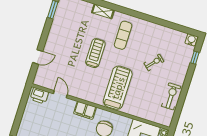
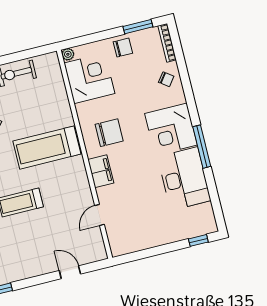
printer: (39, 96) -> (118, 240), removed

